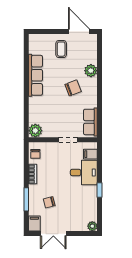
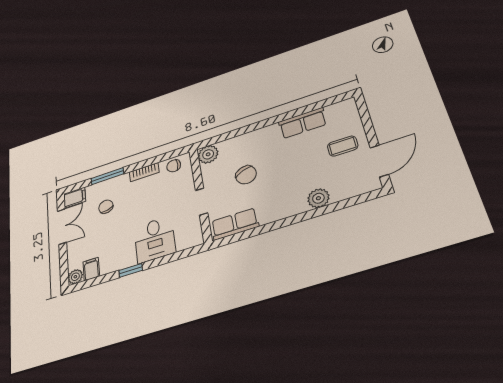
row of seats: (35, 75) -> (303, 123), width x0.68
chair: (73, 88) -> (246, 175), moved
filing cabinet: (90, 154) -> (91, 269), moved
double door: (53, 234) -> (62, 227), swing flipped

